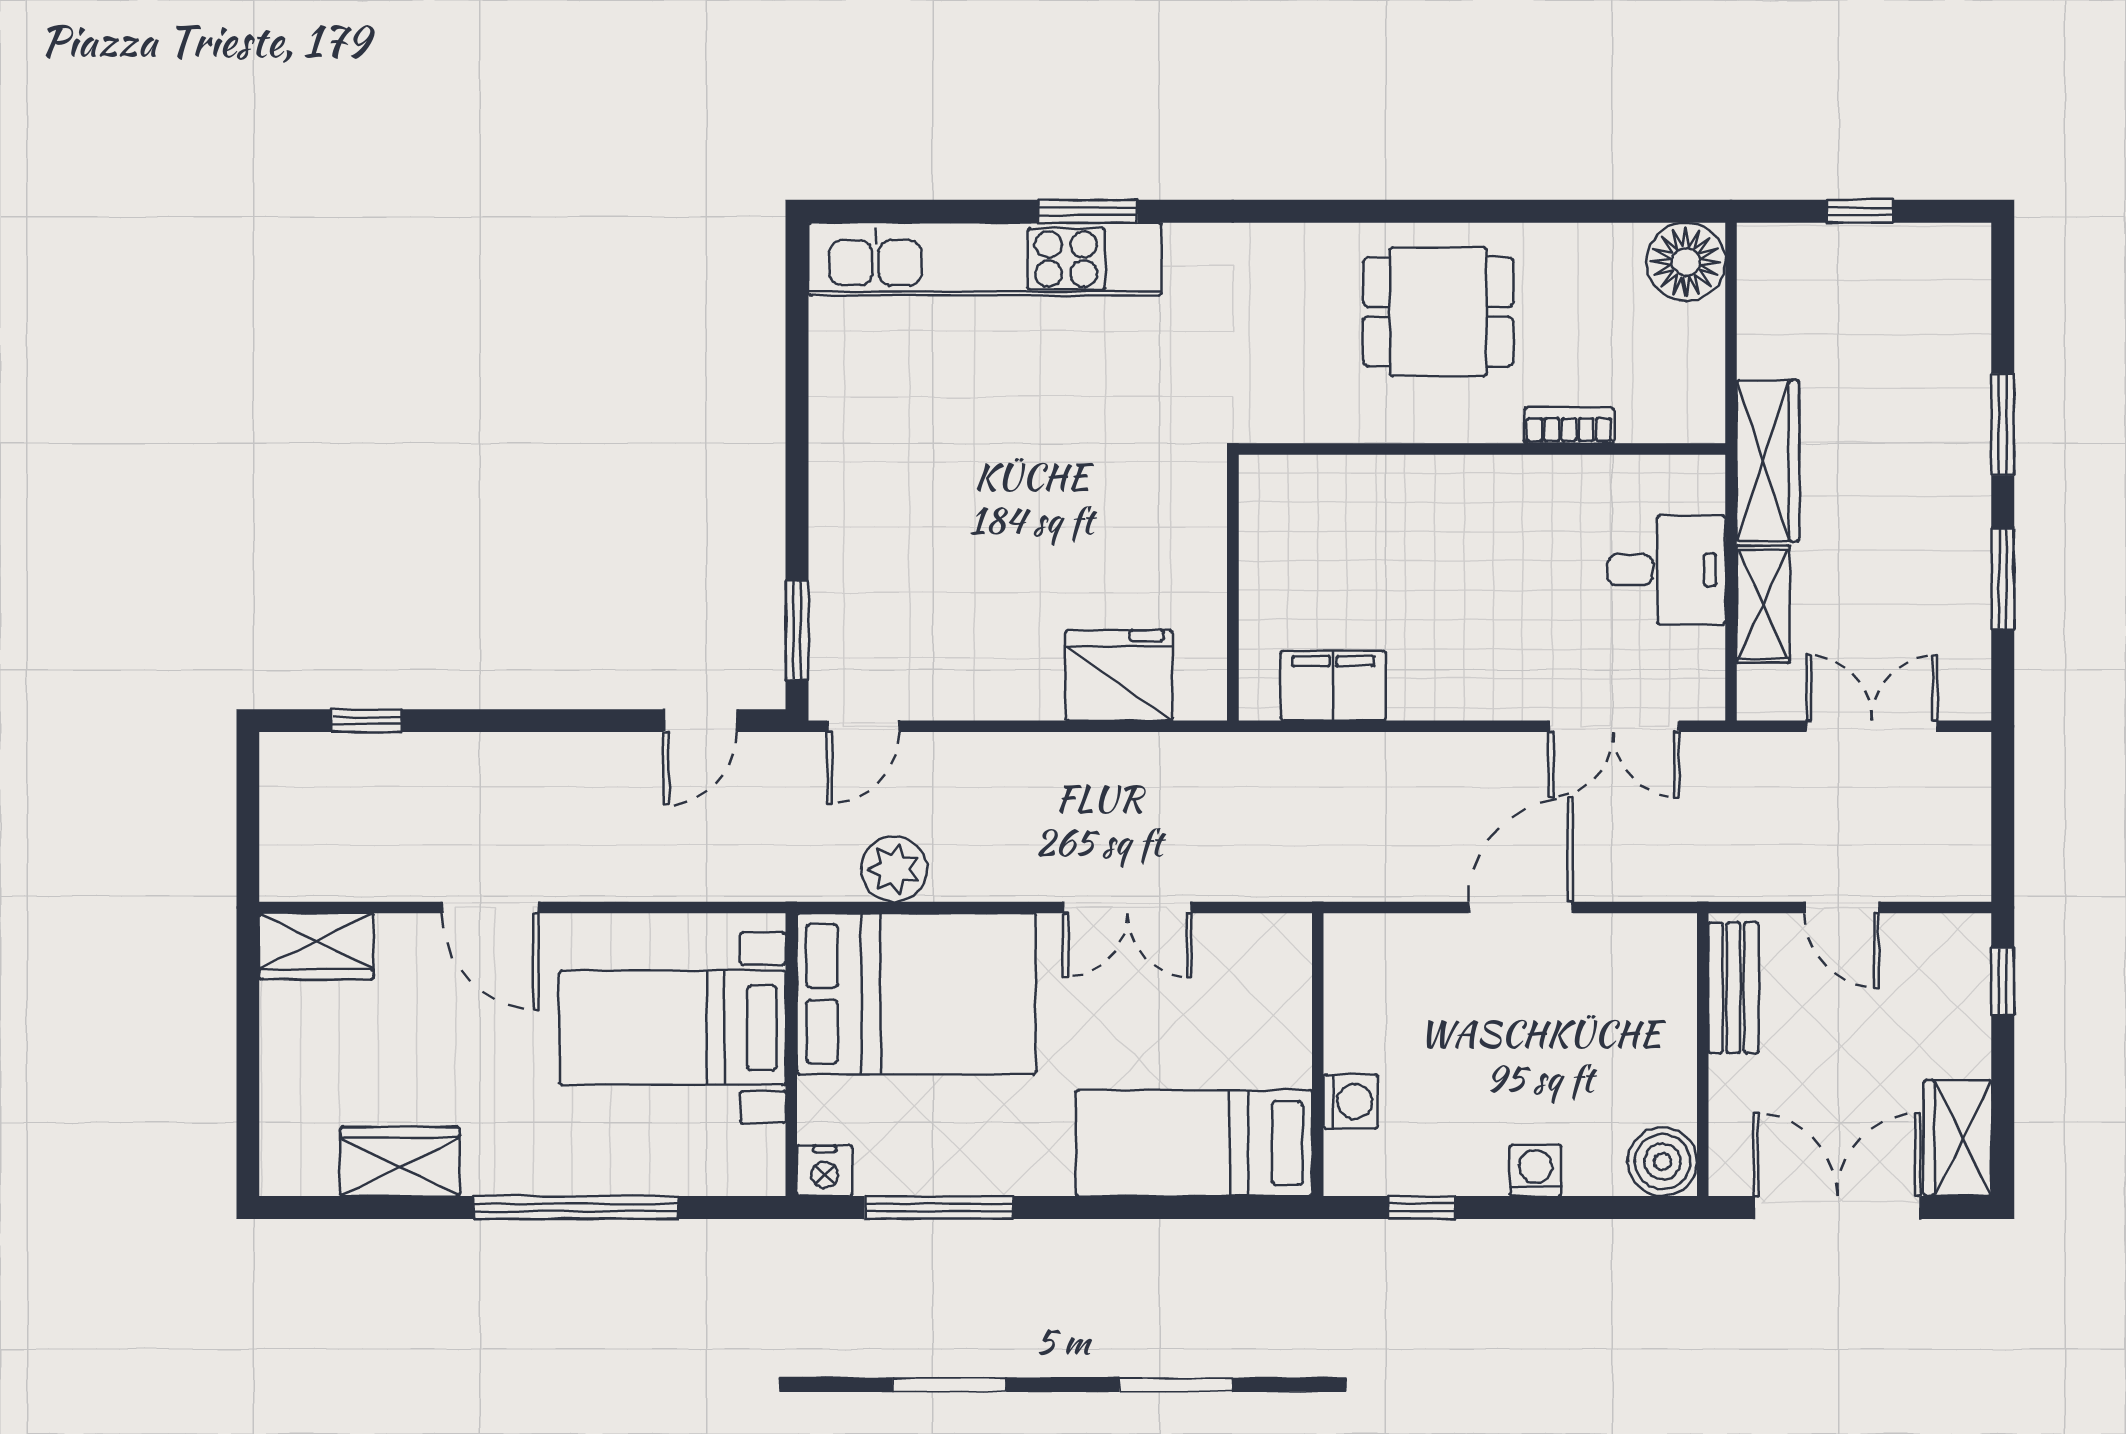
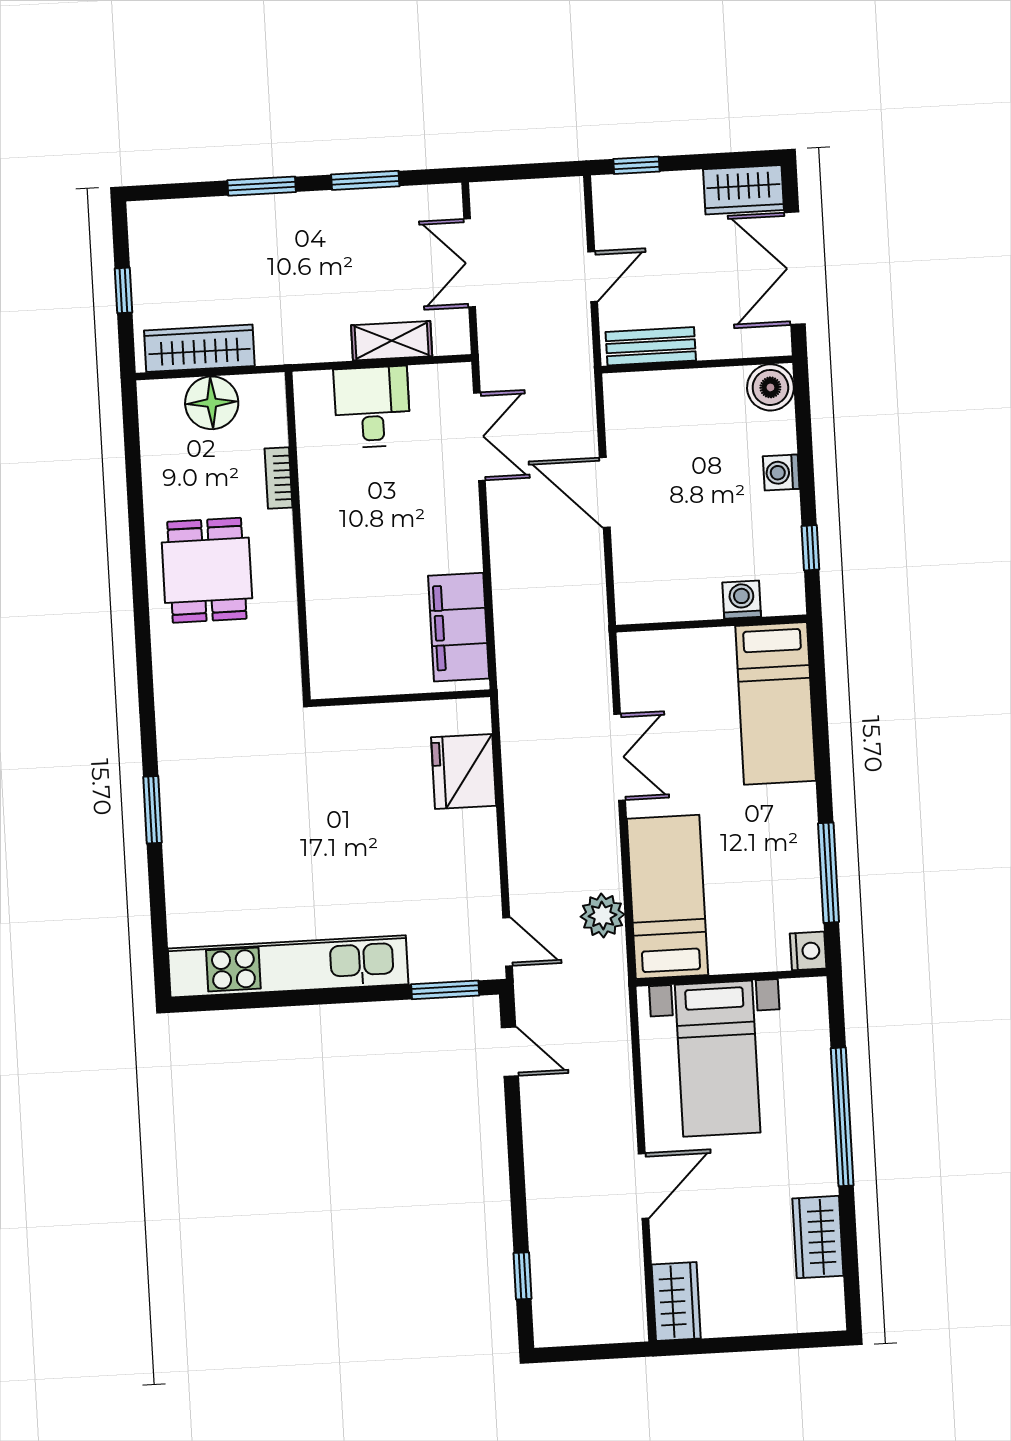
kitchen unit: (985, 259) -> (288, 966), moved, turned -90
floor lamp: (1686, 262) -> (212, 403), moved
wardrobe: (1768, 461) -> (199, 348), moved
filing cabinet: (1333, 686) -> (459, 627), width x1.50, depth x1.17
bed: (916, 994) -> (667, 897), width x0.67

